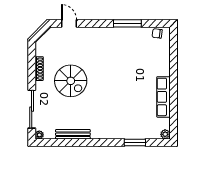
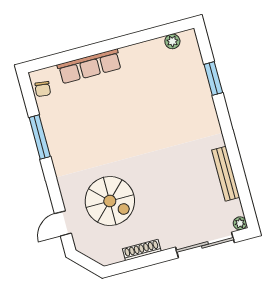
spiral stairs: (71, 81) -> (110, 201), moved, turned 90
row of seats: (163, 97) -> (90, 66), moved
plant: (165, 134) -> (172, 41), moved

